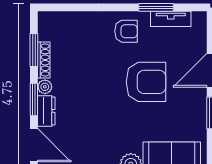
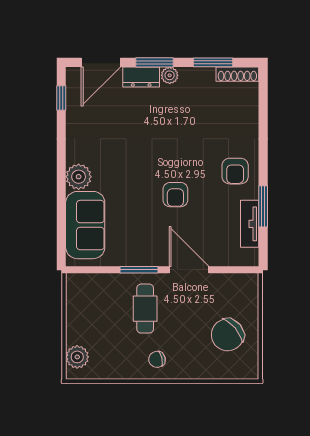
shoe rack: (44, 60) -> (237, 74), moved
armchair: (146, 82) -> (175, 195), width x0.53, depth x0.53

